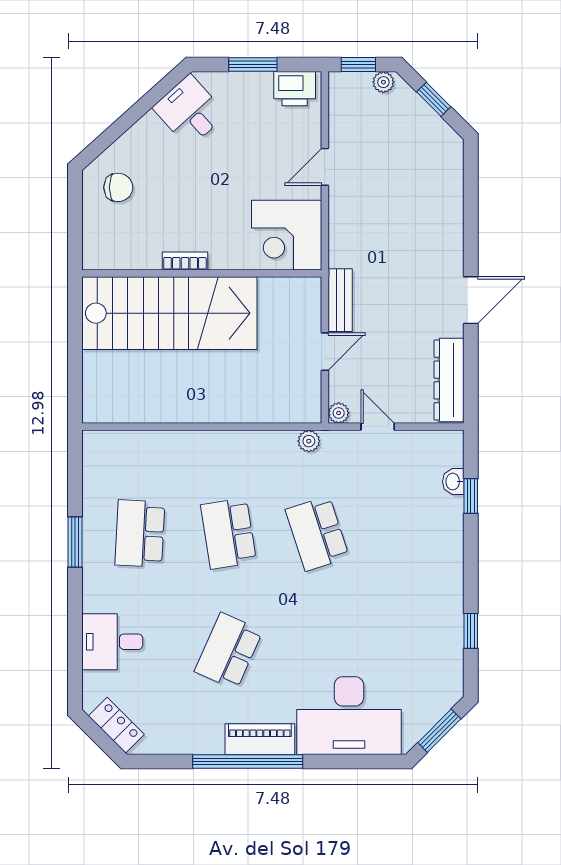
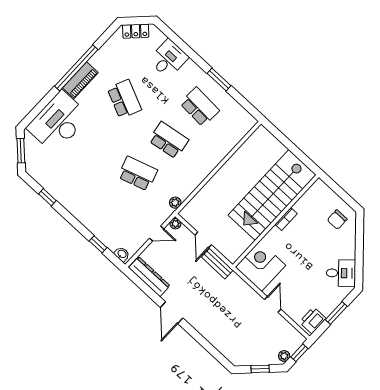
washbasin: (453, 482) -> (122, 254), moved

